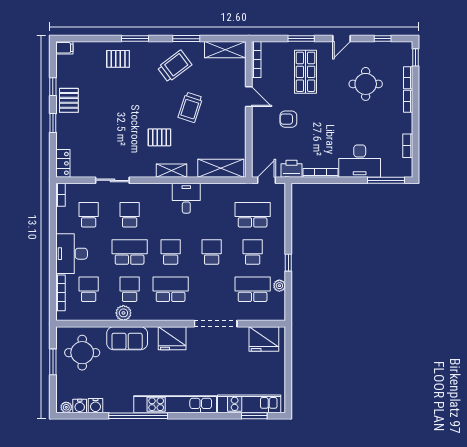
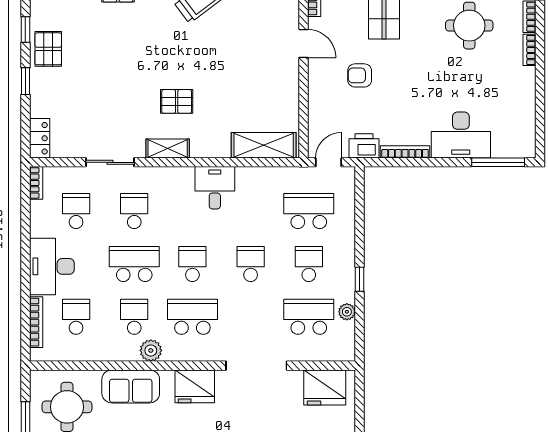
trolley: (190, 107) -> (221, 59), removed
bookcase: (408, 146) -> (529, 113), removed
shelving: (171, 171) -> (168, 149), moved
plant: (123, 313) -> (151, 350), moved

